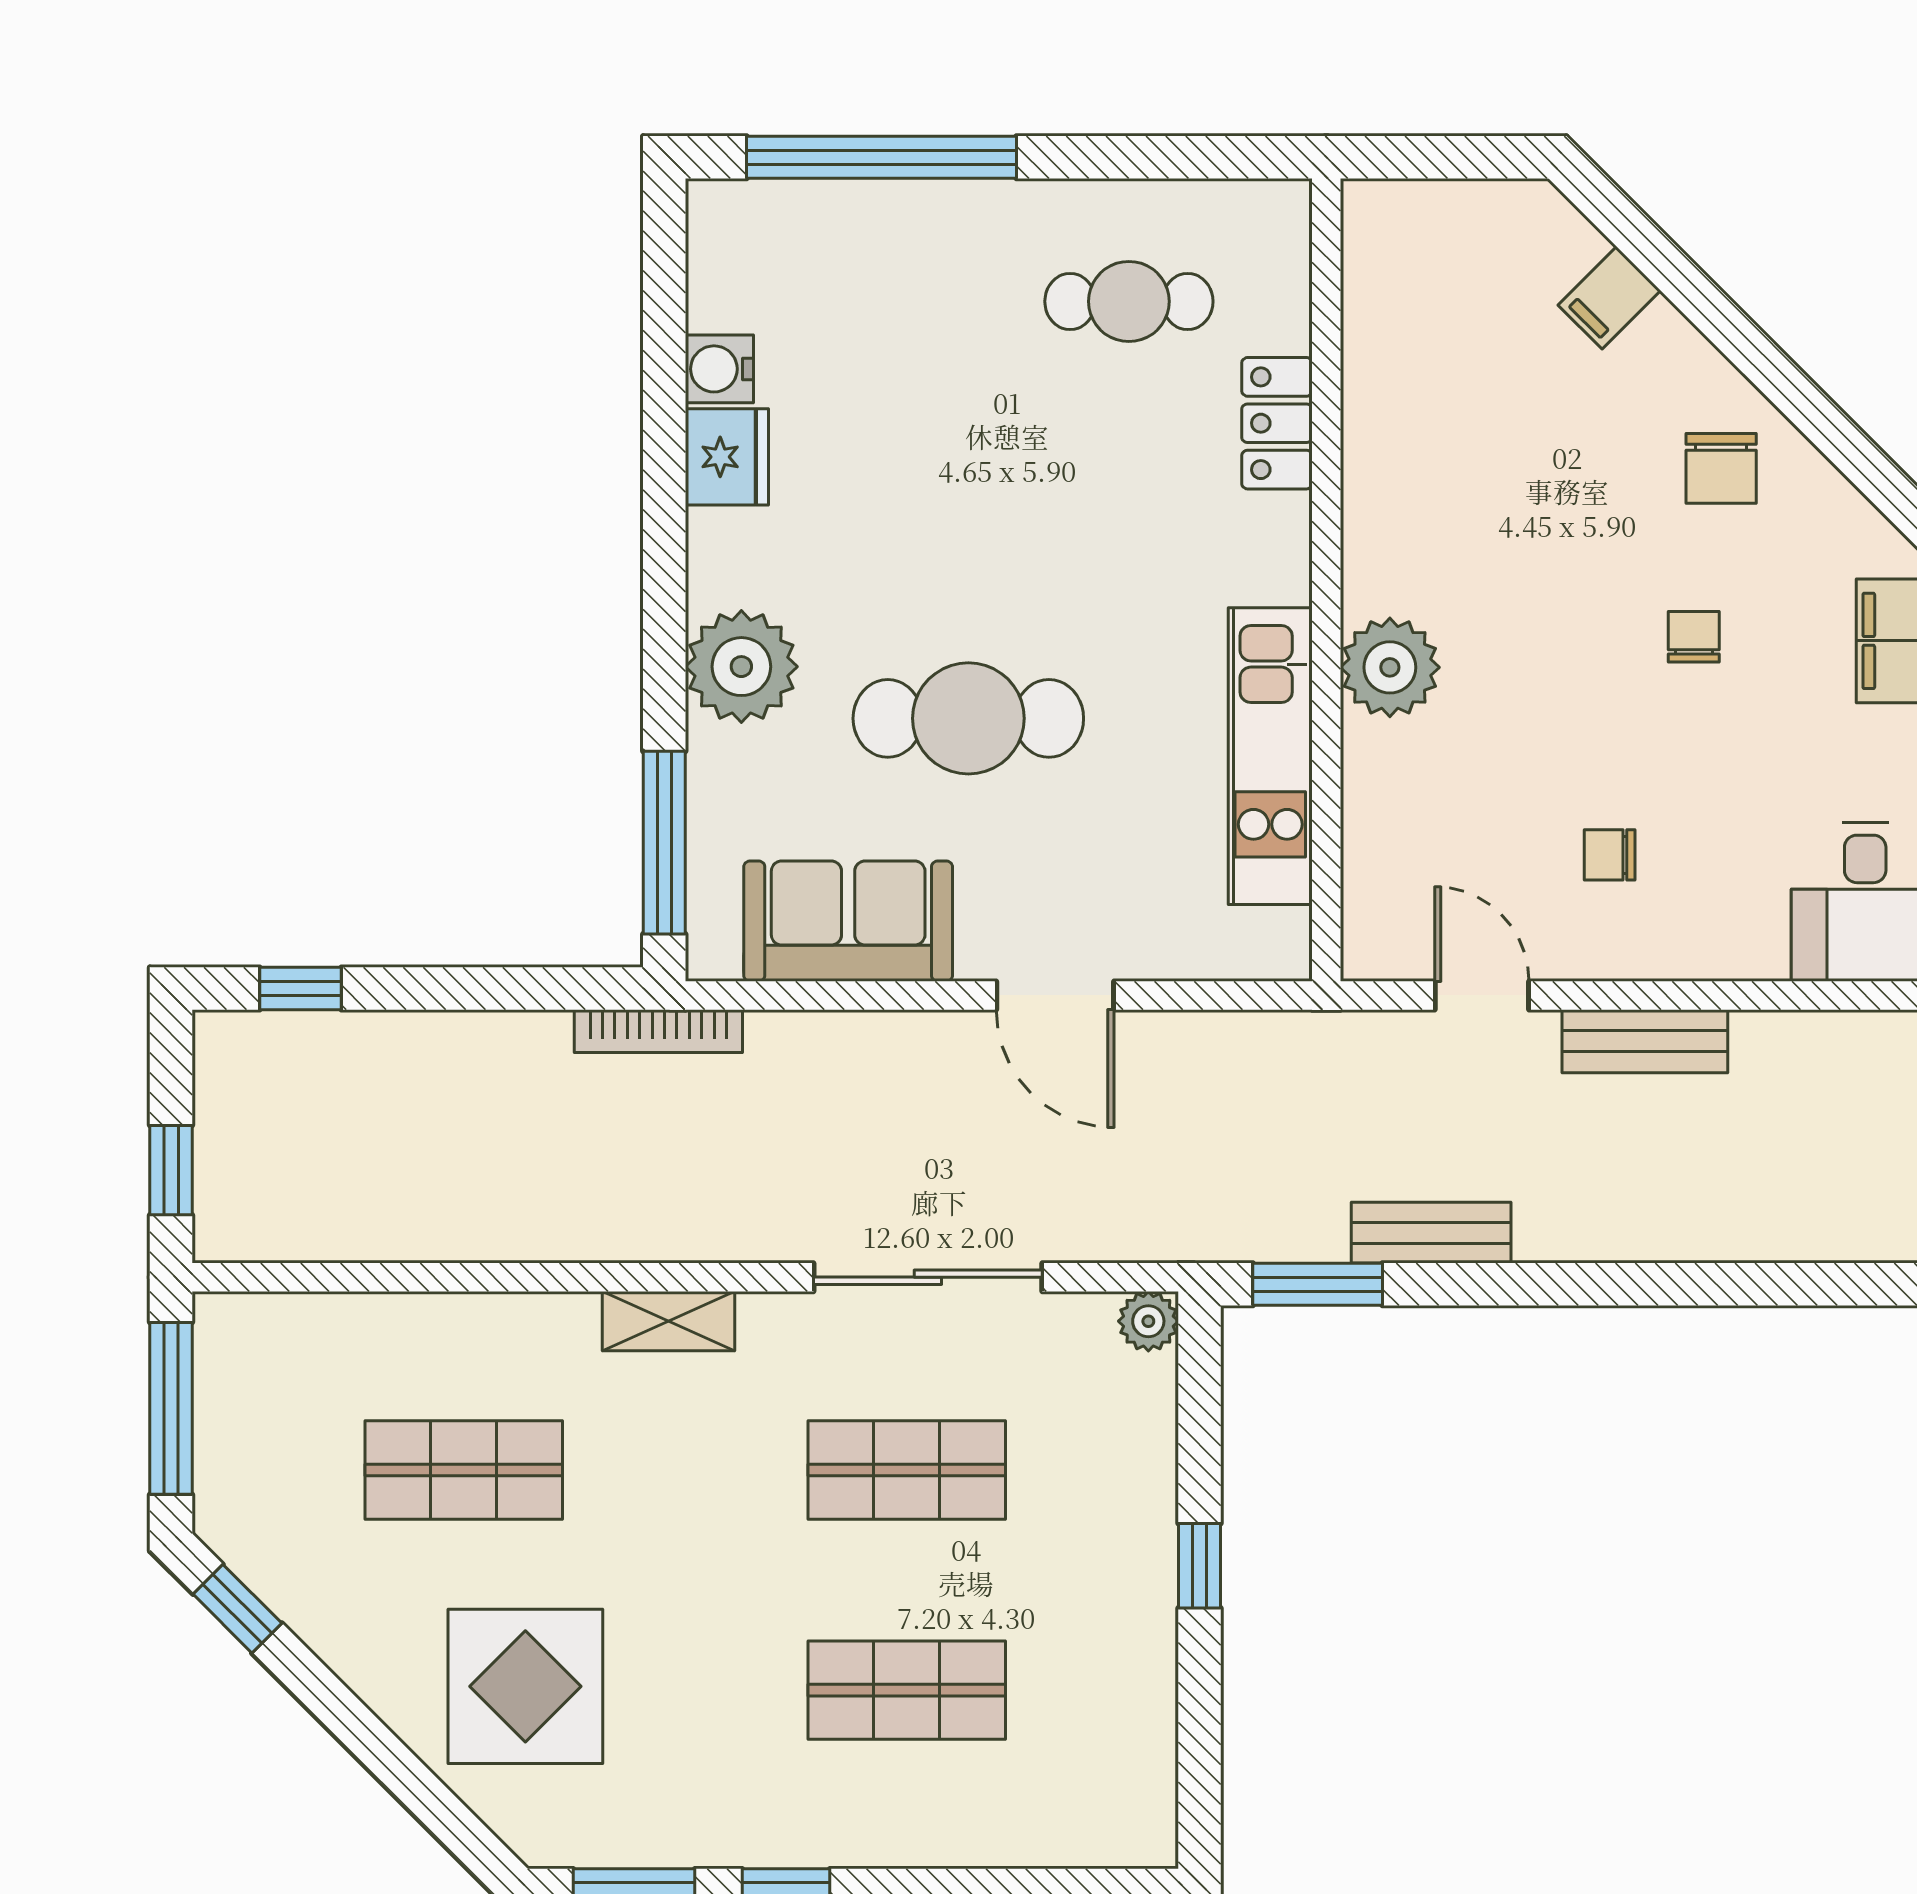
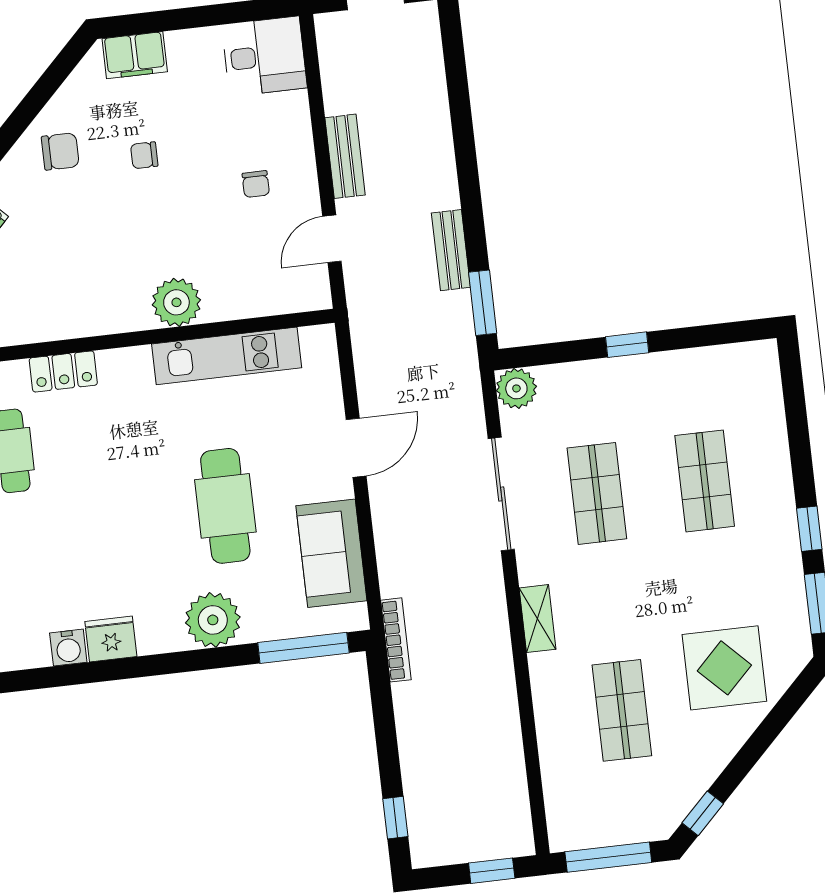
plant: (1148, 1321) -> (516, 388), width x1.38, depth x1.38

